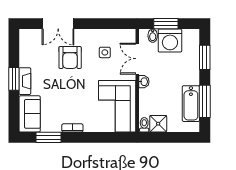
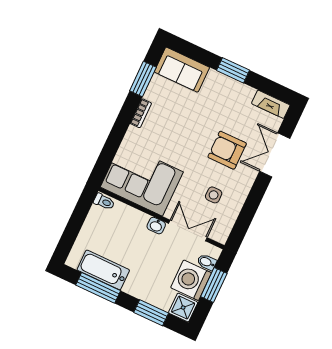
fireplace: (25, 81) -> (271, 104), moved
shower: (158, 124) -> (183, 308), moved

